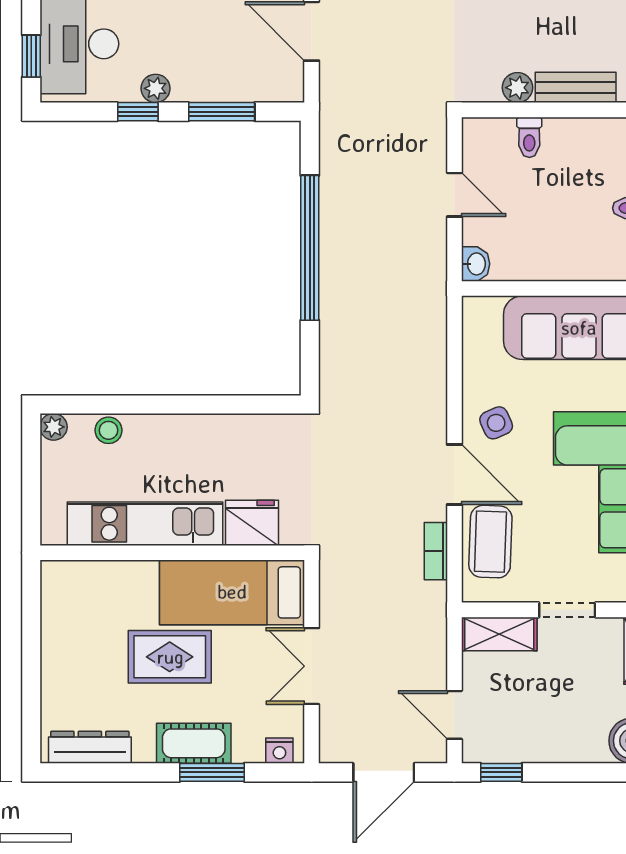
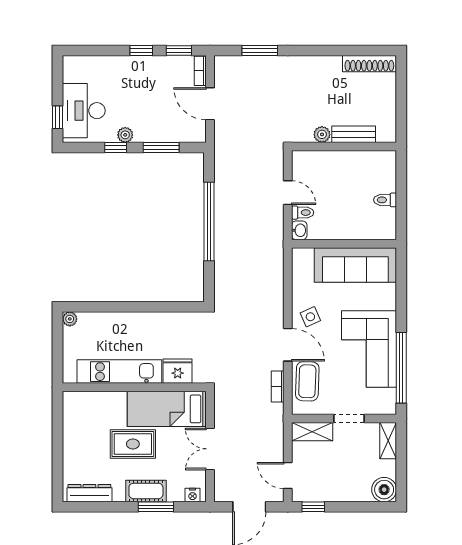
toilet: (529, 137) -> (303, 213), moved, turned -90
stool: (108, 430) -> (100, 321), removed

